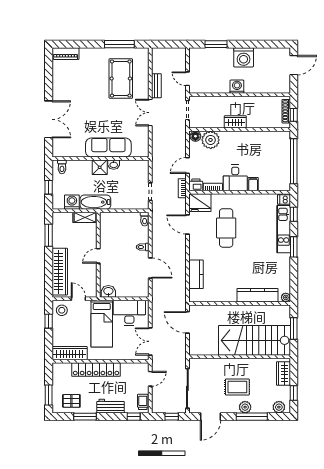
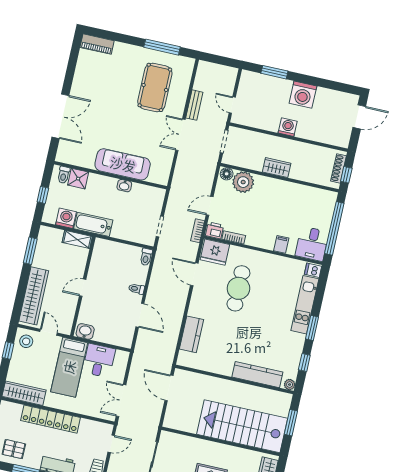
shower: (100, 167) -> (78, 179), moved
desk: (235, 178) -> (312, 244), moved
window: (294, 214) -> (304, 363), moved
desk: (129, 313) -> (99, 361), width x0.73

